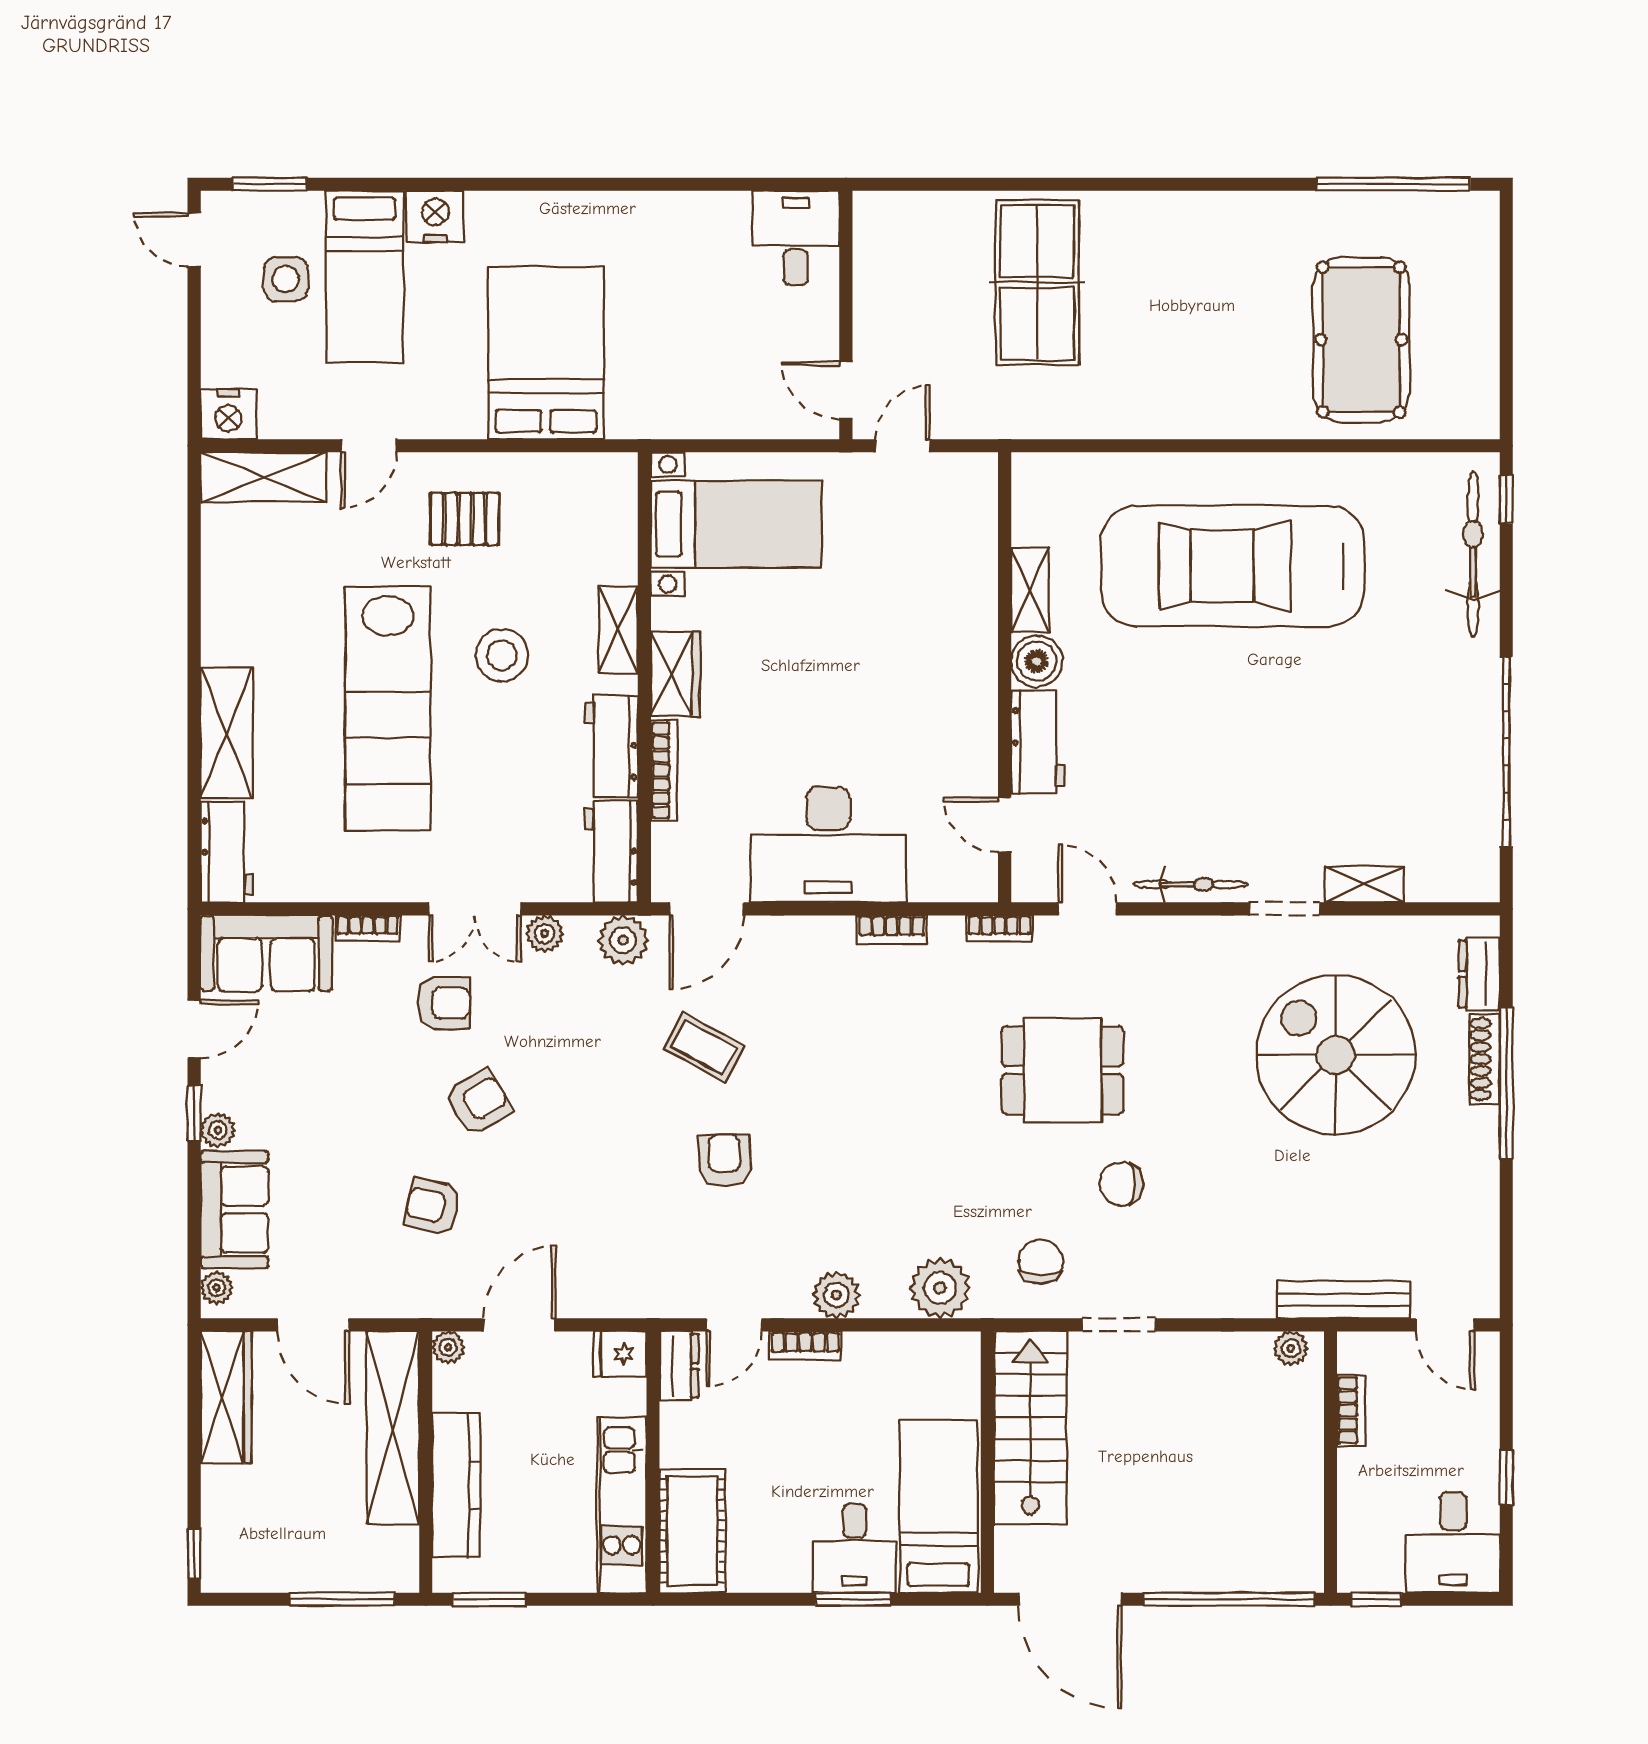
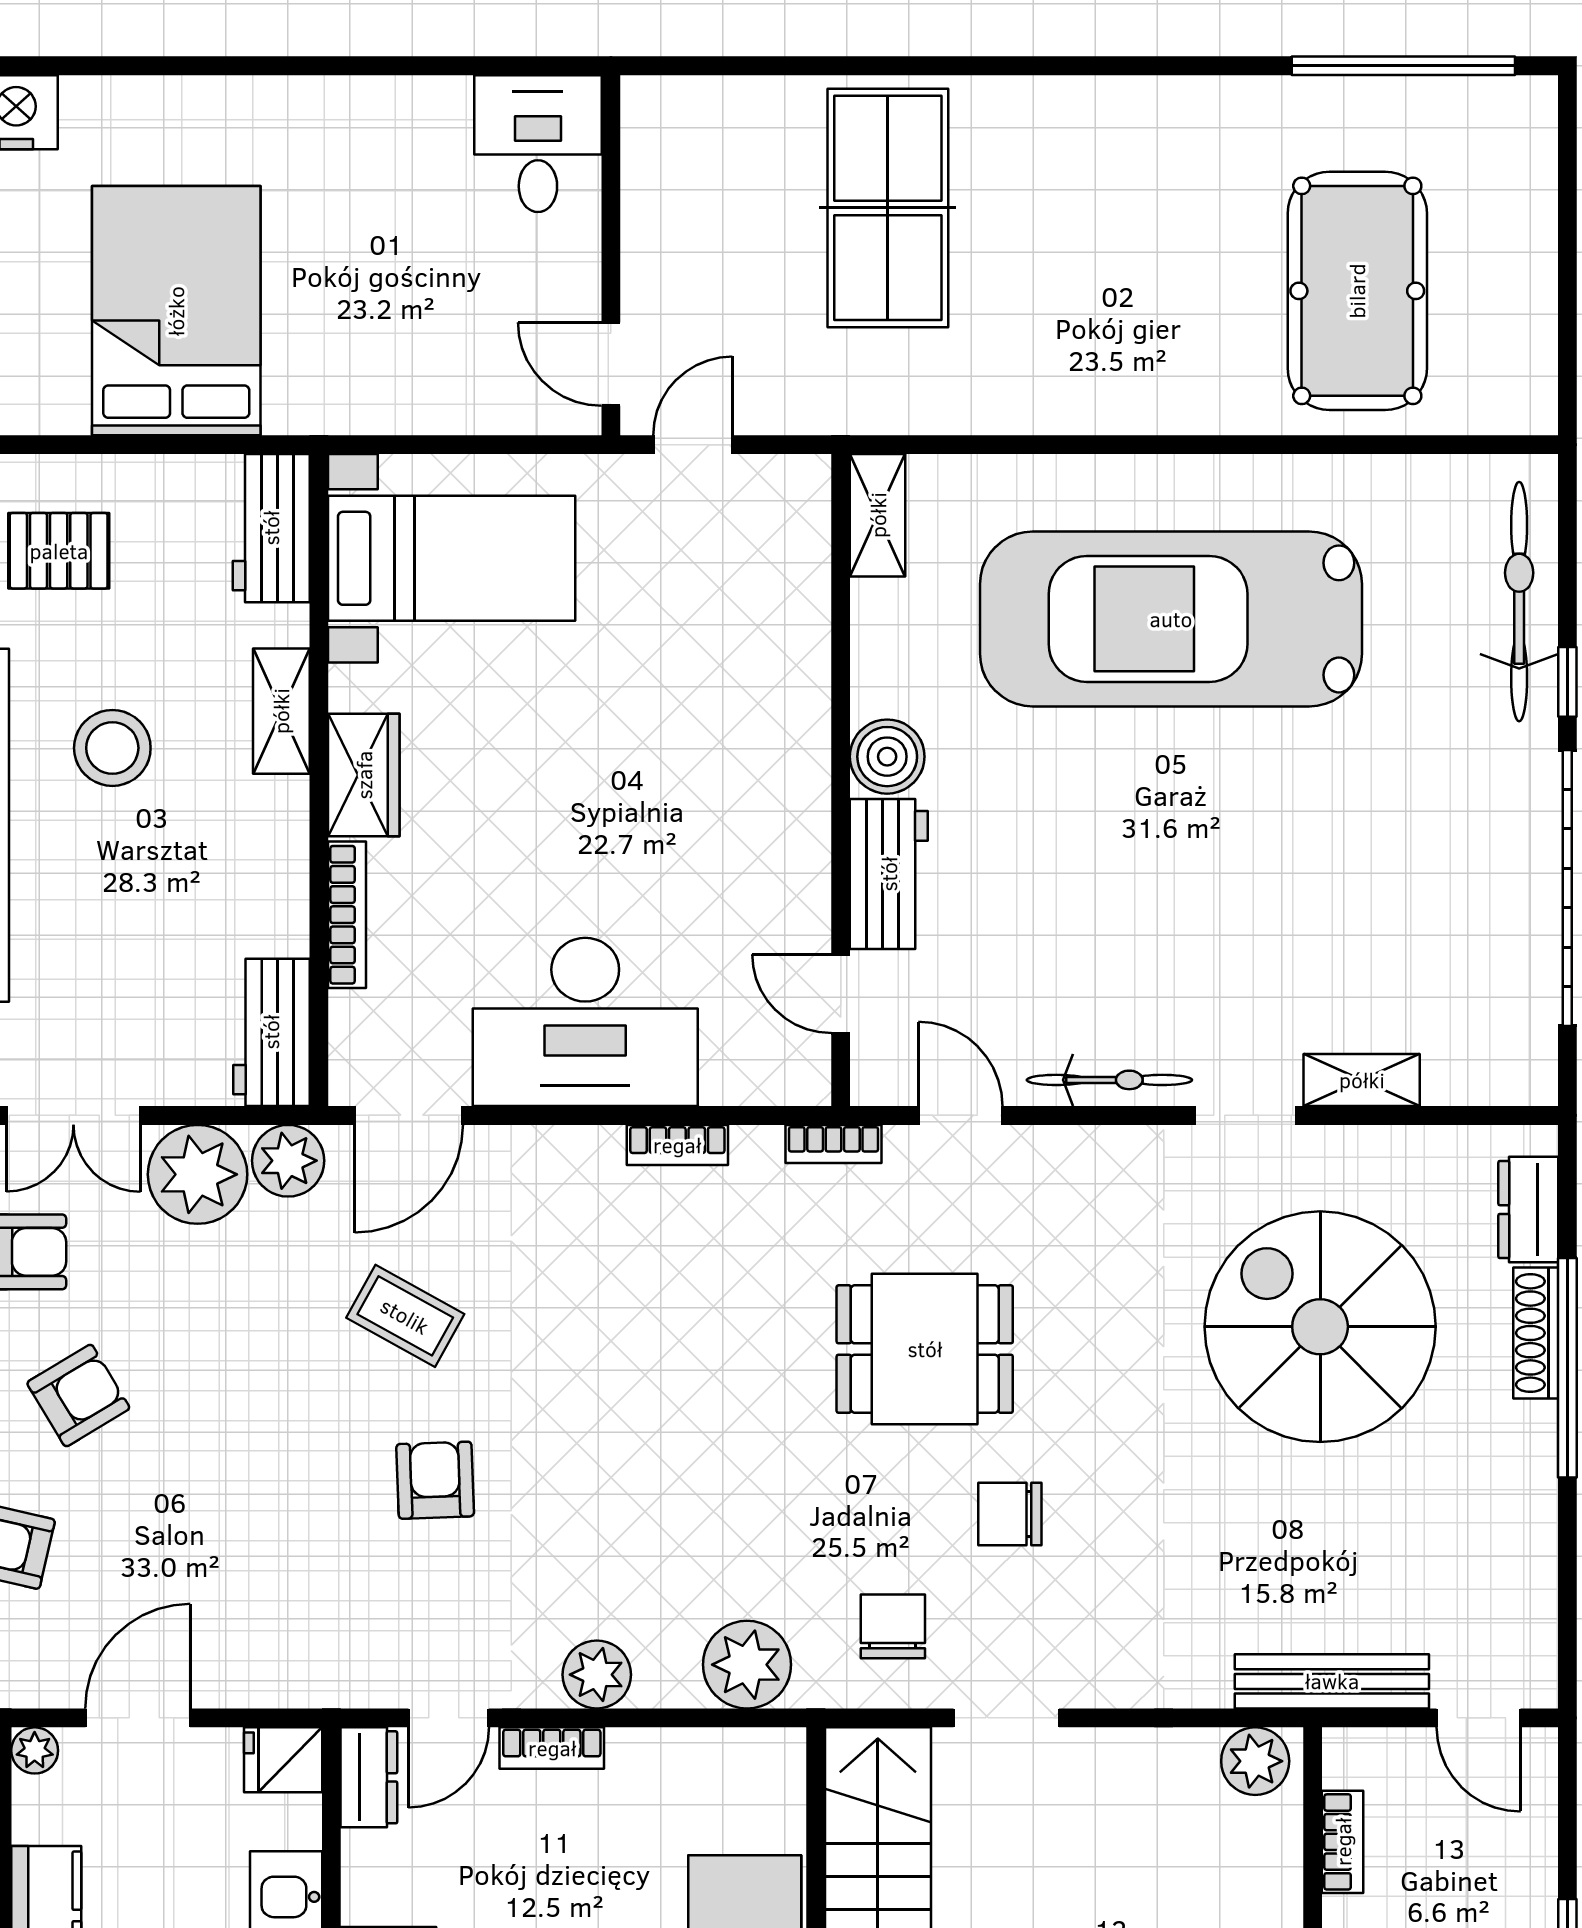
window: (1506, 499) -> (1567, 682), moved
shelving: (1030, 590) -> (878, 515), moved
workbench: (611, 746) -> (271, 528), moved
plant: (545, 934) -> (198, 1174), width x1.88, depth x1.88
plant: (1291, 1348) -> (1255, 1761), width x1.38, depth x1.38

